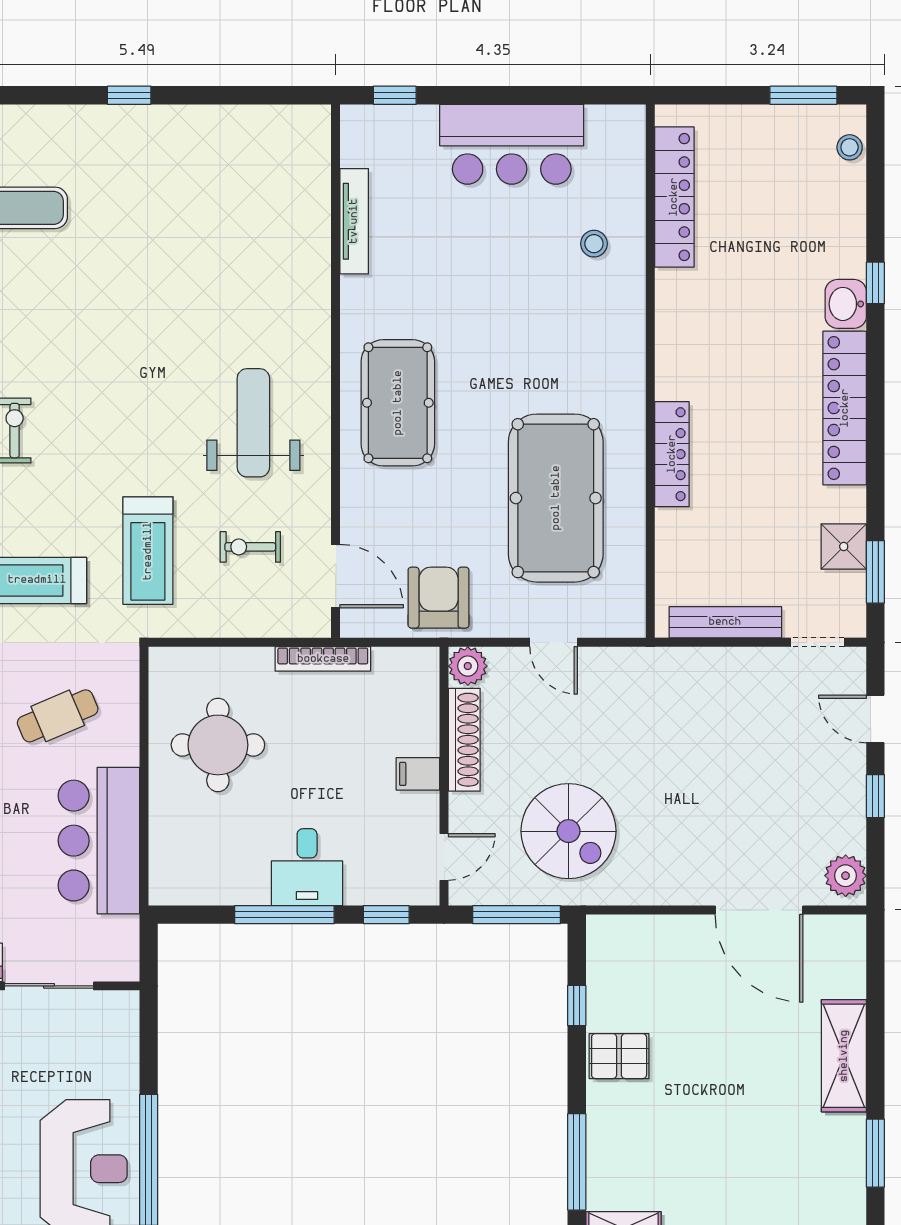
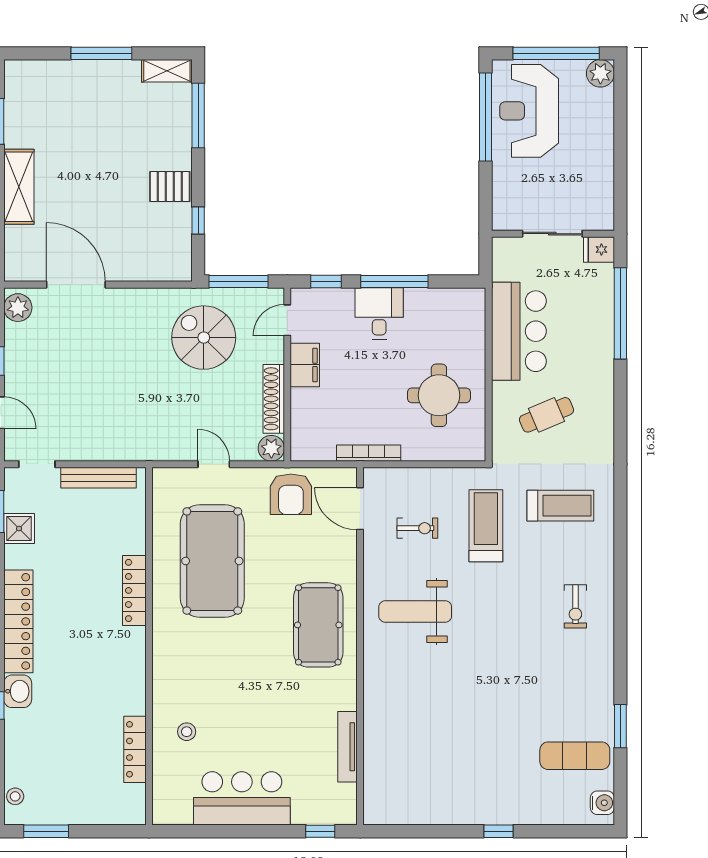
locker: (674, 197) -> (135, 749), width x0.71, depth x0.83
weight bench: (253, 423) -> (415, 612), turned 90
filing cabinet: (418, 774) -> (305, 365), width x2.00

